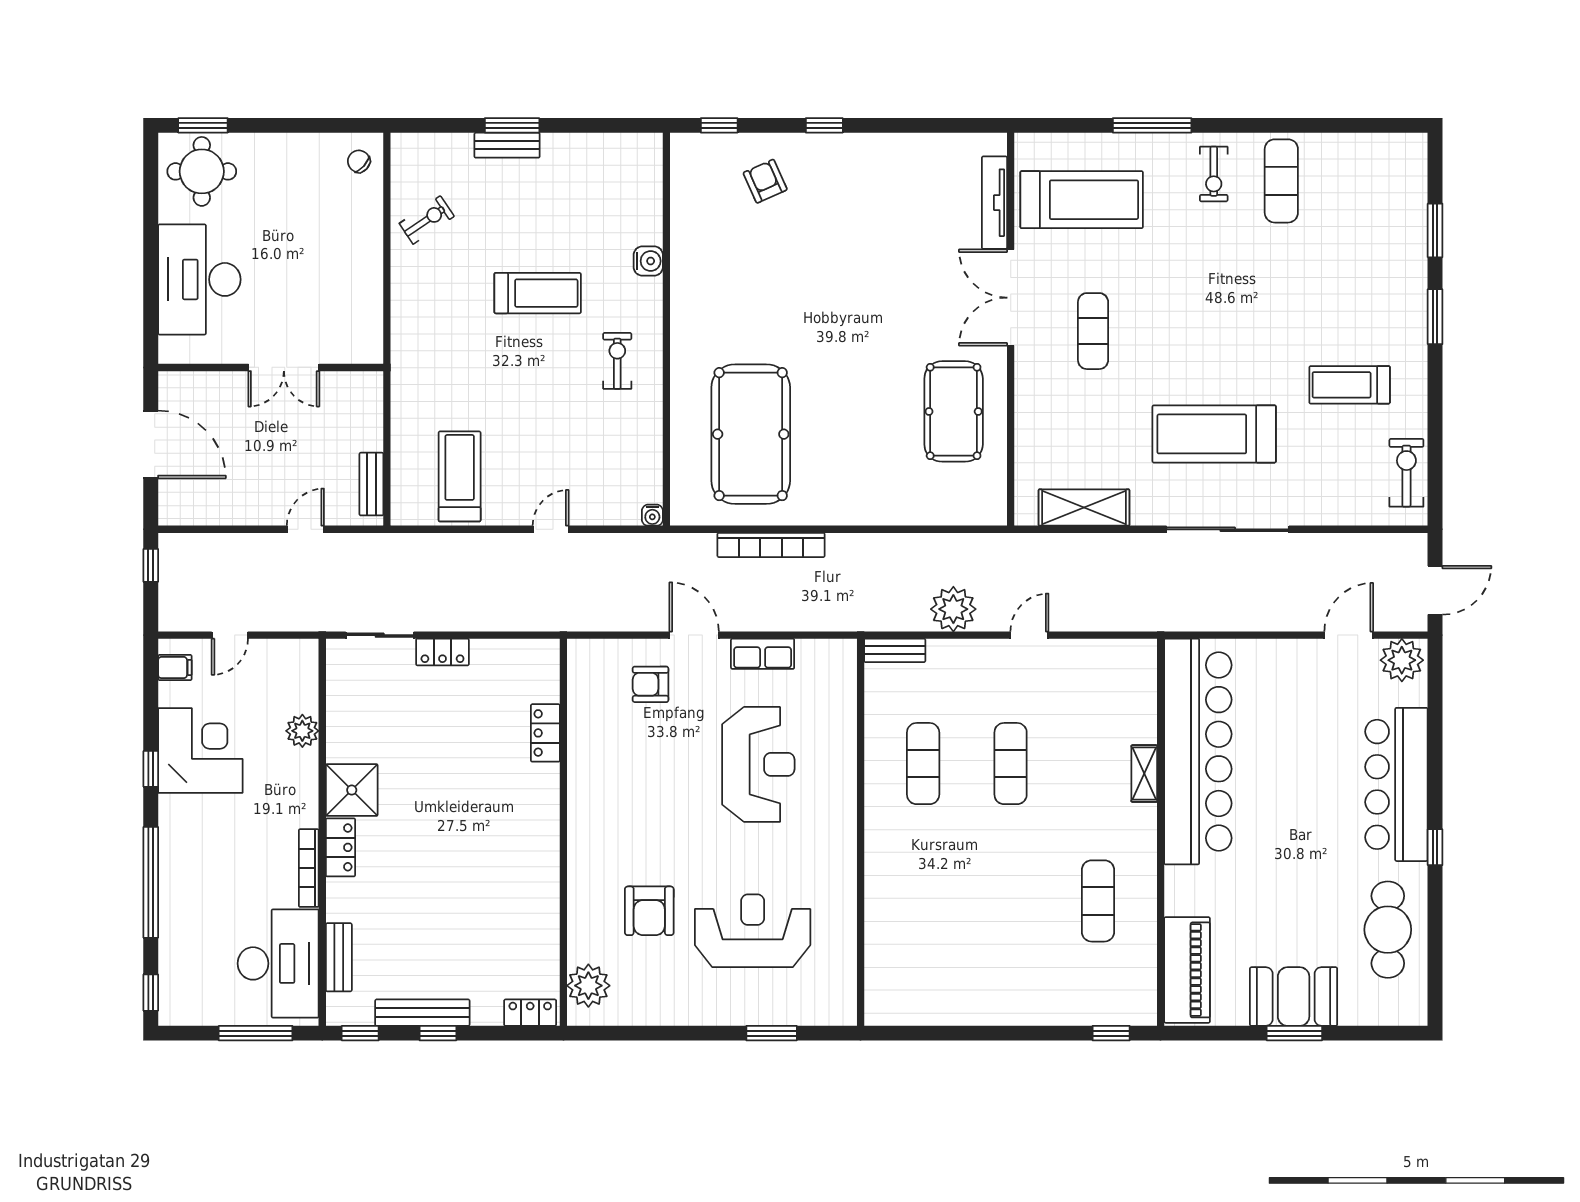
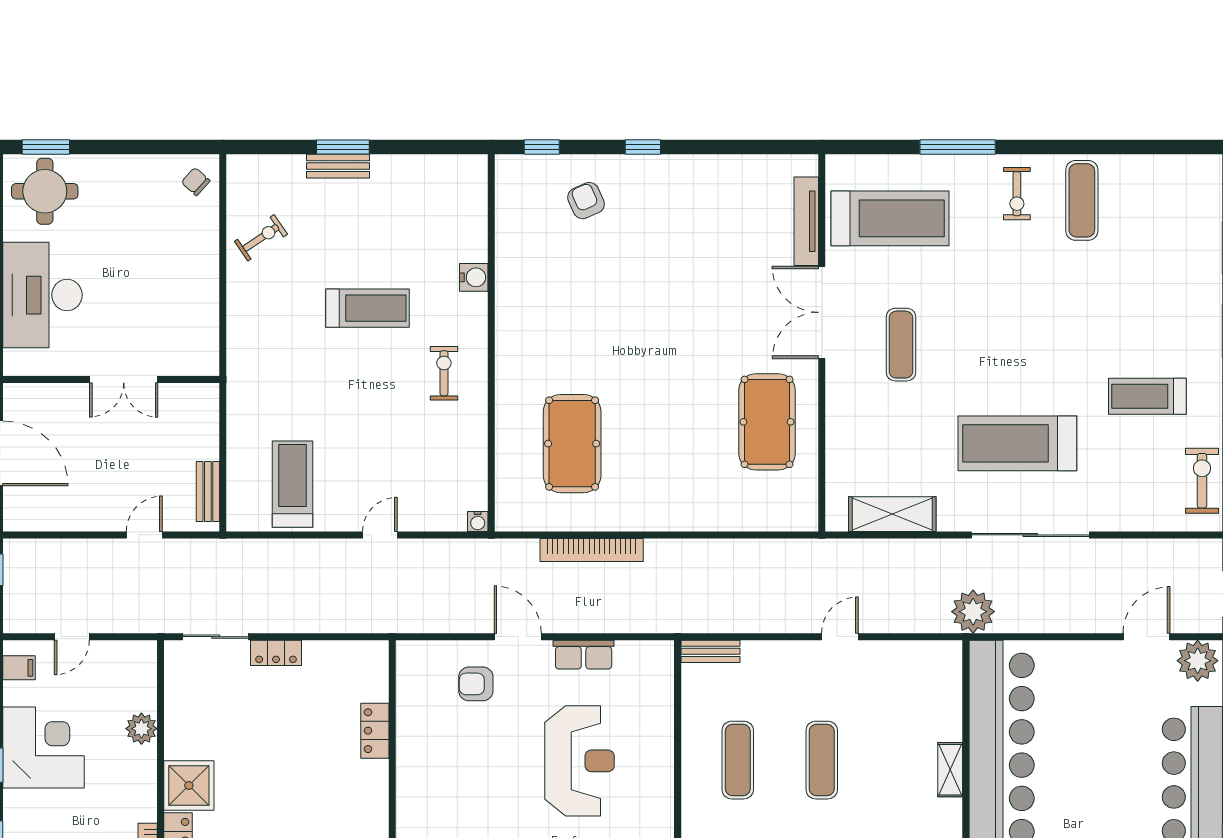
pool table: (751, 434) -> (572, 444), width x0.73, depth x0.76
plant: (953, 609) -> (973, 612), moved

